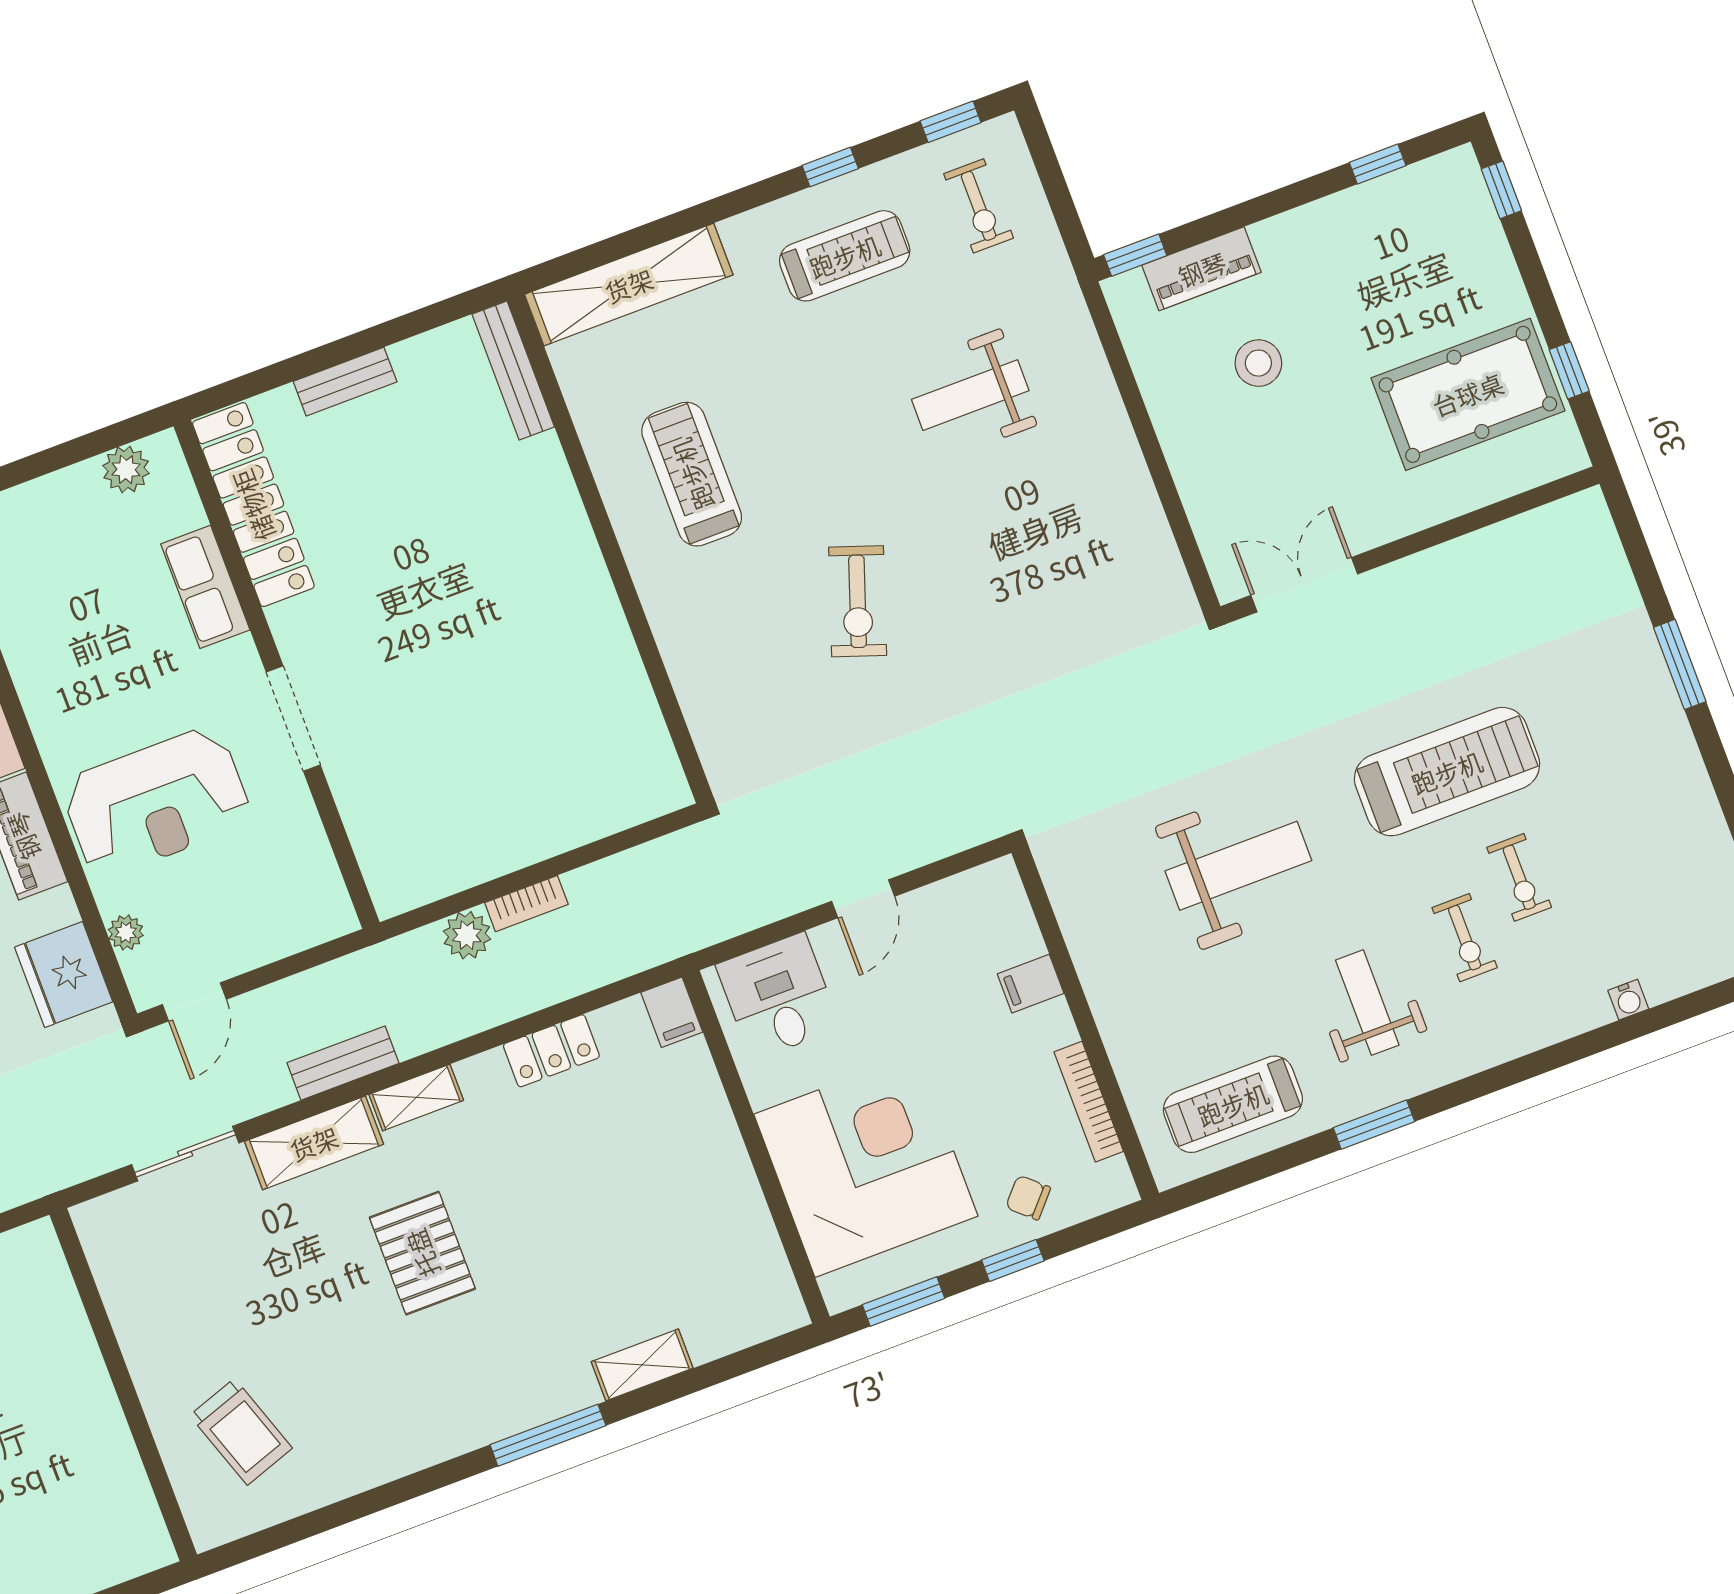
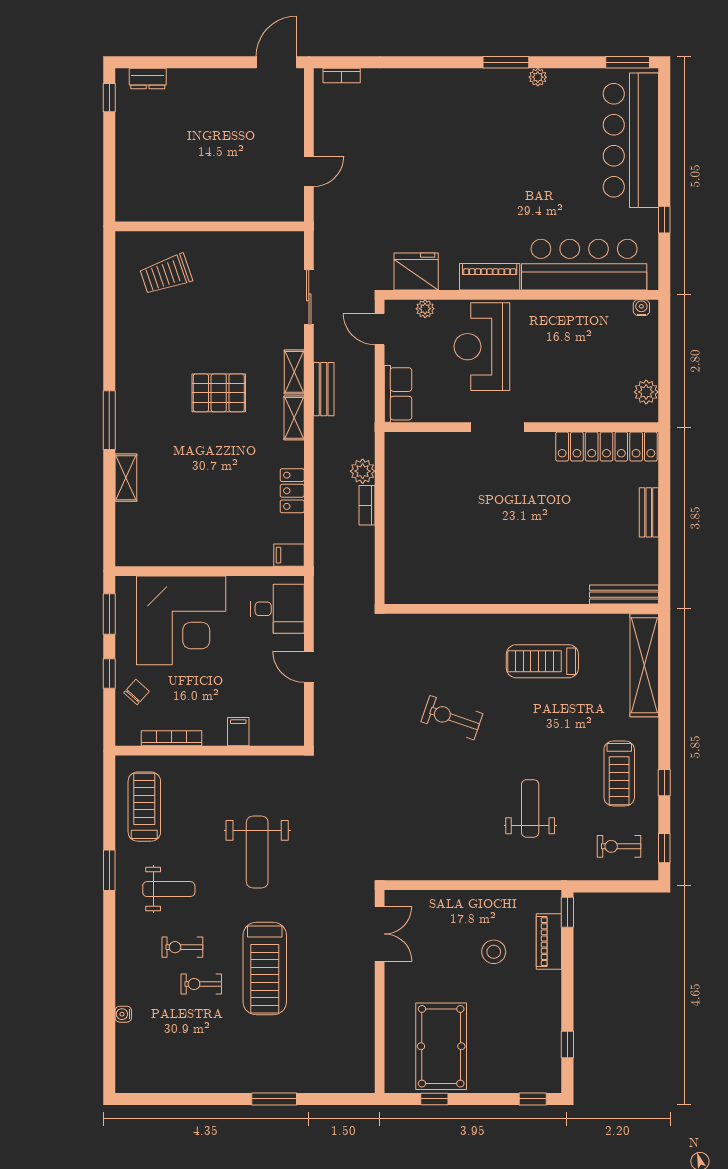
treadmill: (692, 474) -> (542, 661), turned 180
row of seats: (205, 587) -> (398, 394), moved, turned 90
shelving: (314, 1143) -> (294, 372), width x0.67, depth x0.75

